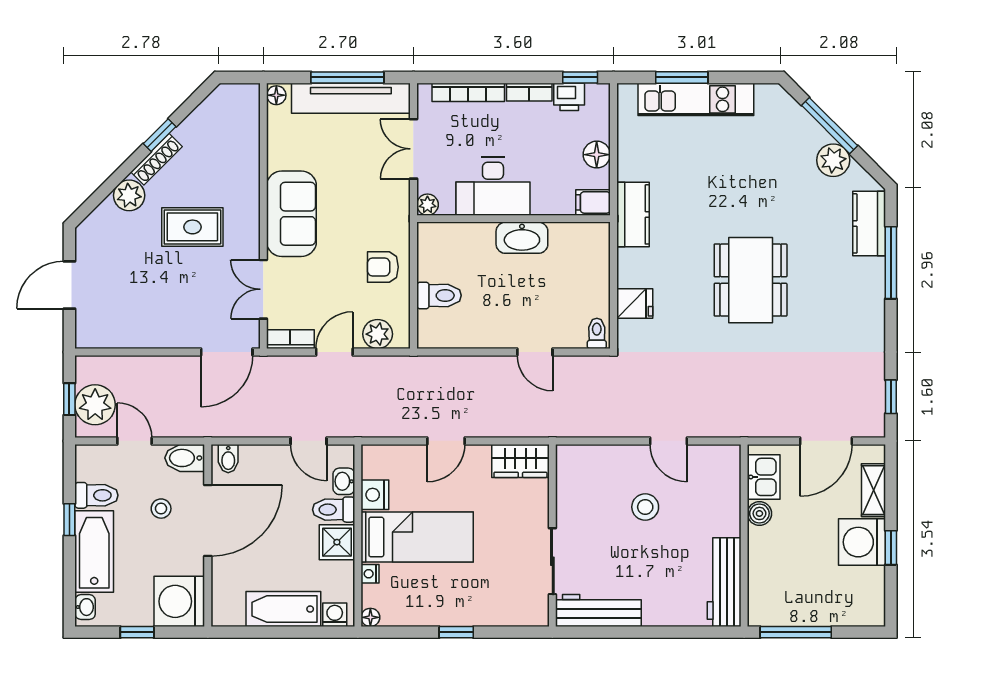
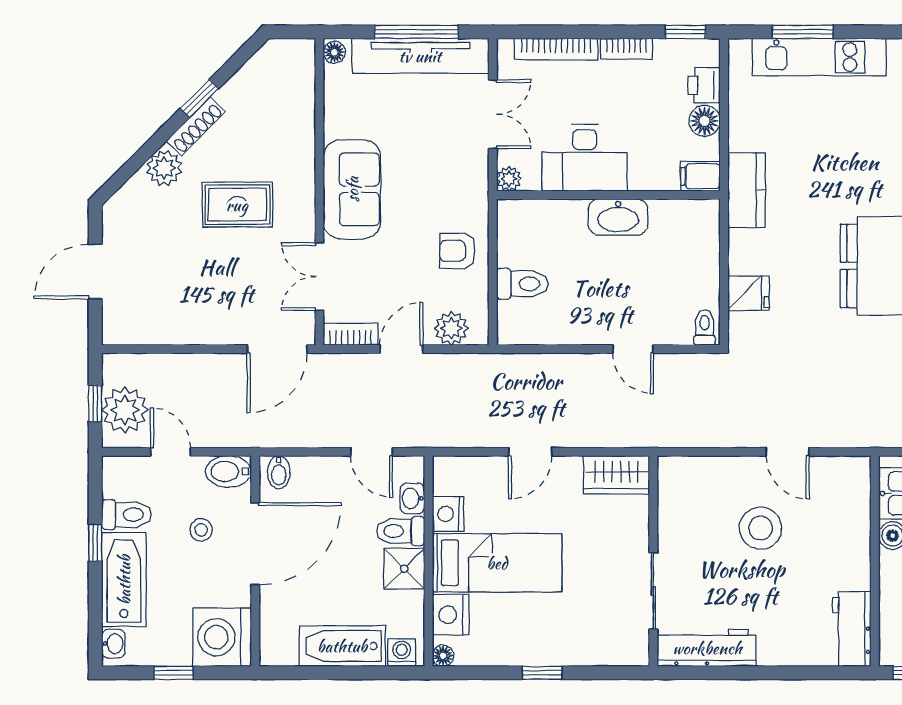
printer: (569, 97) -> (704, 85), moved, turned 90
double door: (413, 149) -> (493, 114), swing flipped
stool: (645, 507) -> (761, 528), width x1.38, depth x1.38
nightstand: (370, 574) -> (451, 615), width x1.89, depth x1.79
workbench: (724, 582) -> (852, 629), width x0.73

